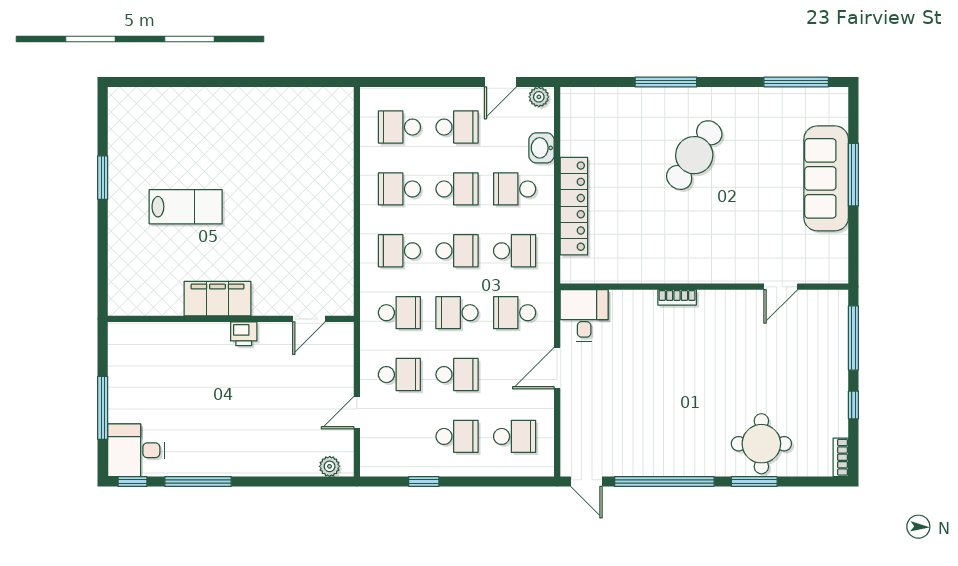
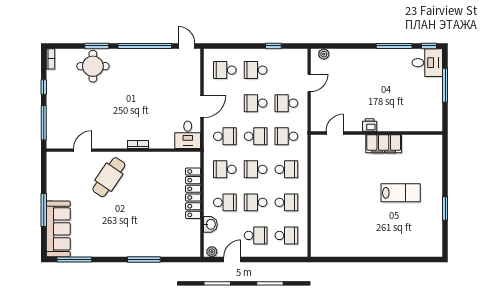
school desk: (457, 127) -> (256, 235), turned 180
cafe table: (694, 155) -> (109, 177), moved
sofa: (826, 178) -> (58, 229), moved
lab bench: (186, 207) -> (401, 193), turned 180

